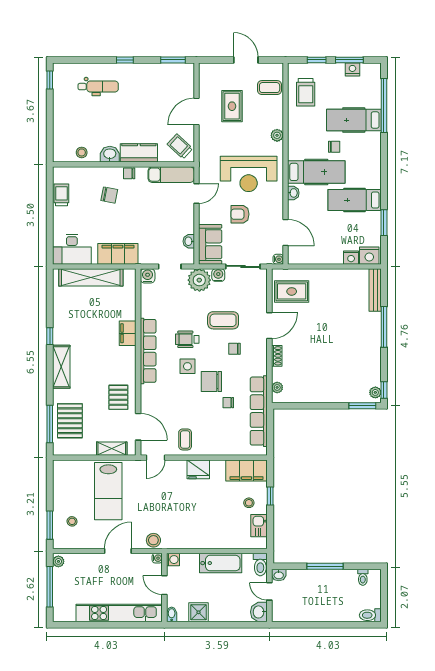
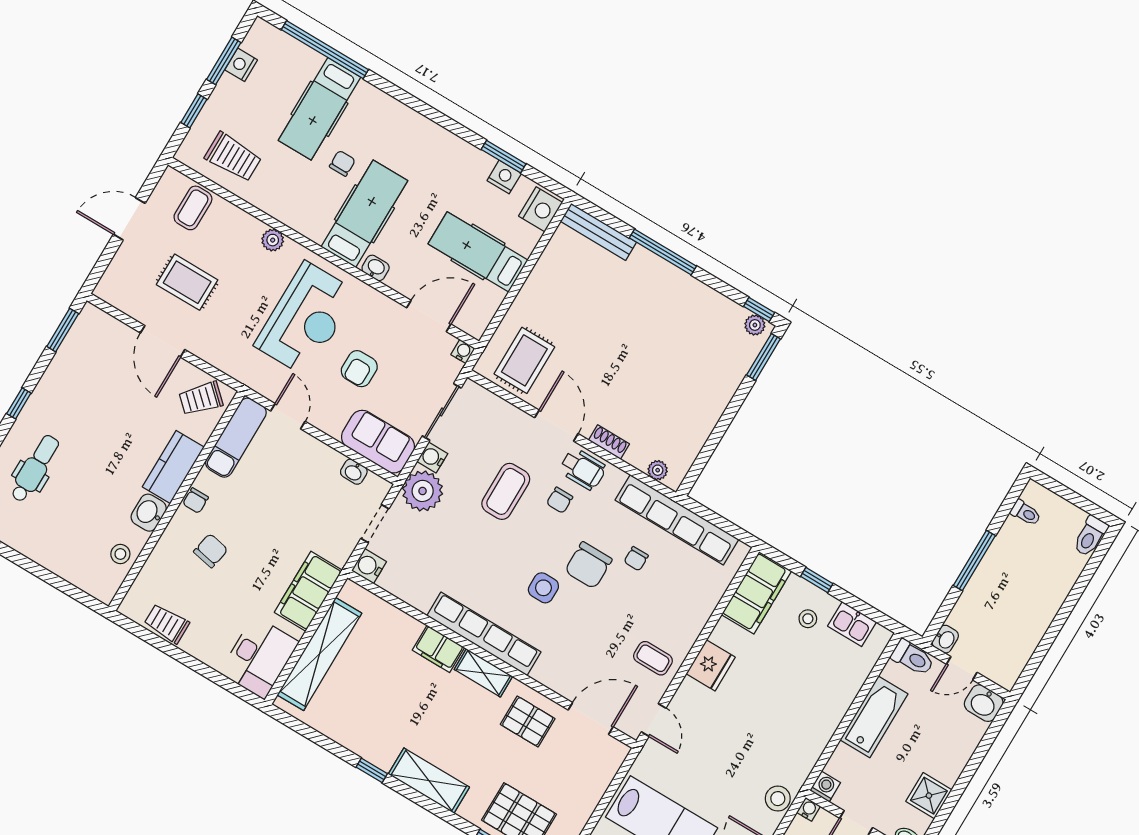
hospital bed: (355, 200) -> (478, 252), moved, turned 90
nightstand: (351, 258) -> (504, 177), moved, turned -90
wheelchair: (187, 339) -> (583, 469), moved, turned -90
shelving: (112, 449) -> (483, 673), moved, turned 90

